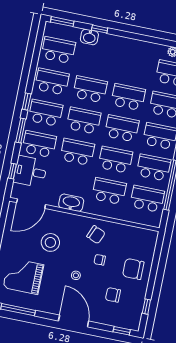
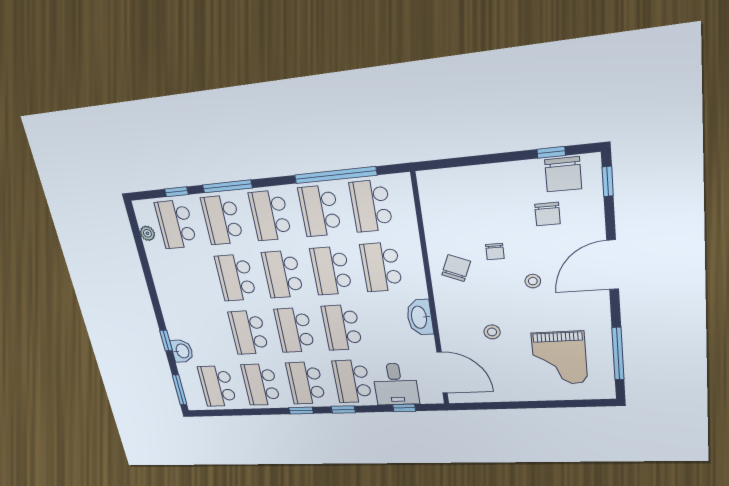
window: (21, 130) -> (343, 409), width x0.67
stool: (50, 242) -> (492, 332), width x0.53, depth x0.53
chair: (133, 269) -> (563, 174), moved

